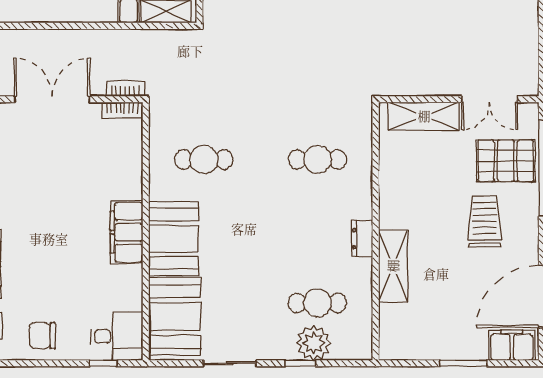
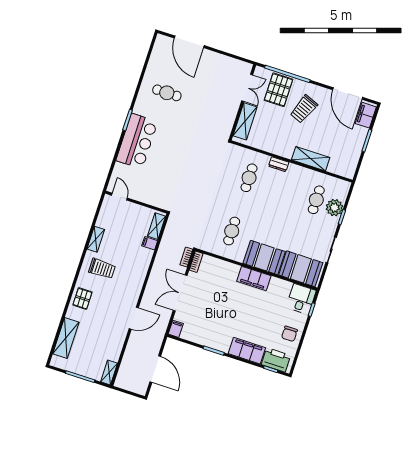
trolley: (485, 222) -> (304, 109), turned -68
dresser: (362, 239) -> (279, 164), moved

